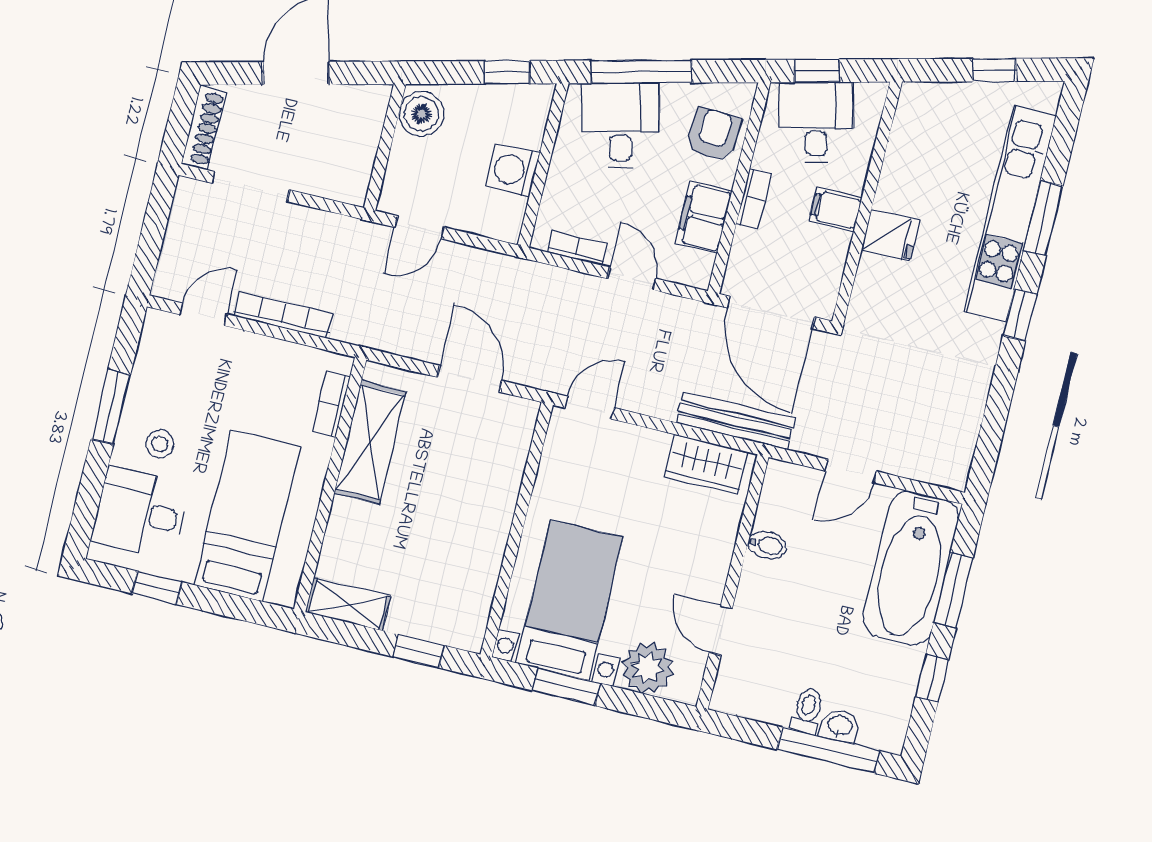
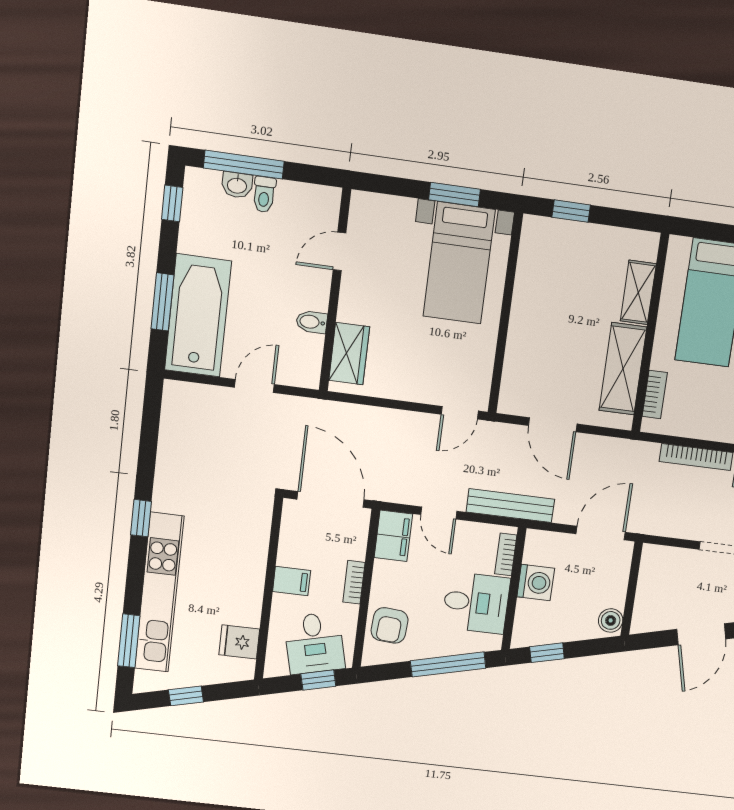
boiler: (422, 114) -> (611, 620), width x0.73, depth x0.73
desk: (620, 125) -> (476, 603), moved, turned -76
filing cabinet: (704, 217) -> (393, 536), moved
window: (1043, 218) -> (129, 641), moved
door: (419, 227) -> (601, 533), width x1.38
fridge: (890, 236) -> (239, 642), moved
bookcase: (577, 248) -> (506, 555), moved, turned 90
bench: (735, 421) -> (510, 506), moved
wardrobe: (706, 464) -> (349, 354), moved, turned 90
shelving: (348, 604) -> (638, 292), moved, turned 90
door: (721, 630) -> (339, 251), swing flipped
plant: (647, 668) -> (393, 216), removed
window: (932, 678) -> (172, 203), moved

